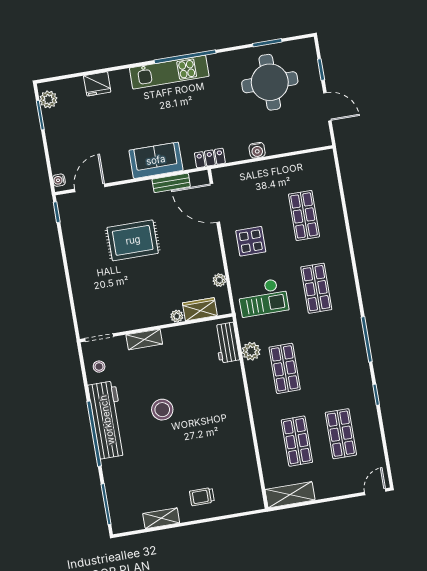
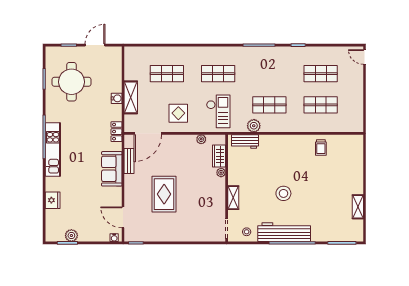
plant: (48, 99) -> (71, 236), moved
shelving: (290, 495) -> (131, 97), moved
trolley: (202, 497) -> (321, 148), moved

